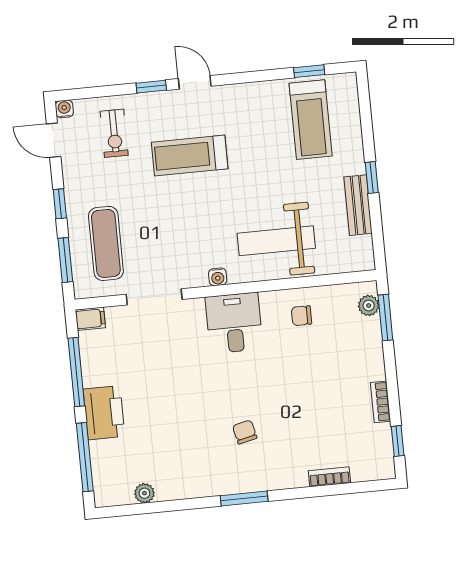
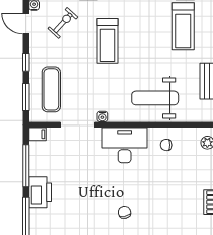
exercise bike: (114, 133) -> (63, 23), turned -138
treadmill: (190, 155) -> (107, 41), turned -90
water cooler: (218, 277) -> (102, 116), moved
desk: (234, 323) -> (125, 145), width x1.37

